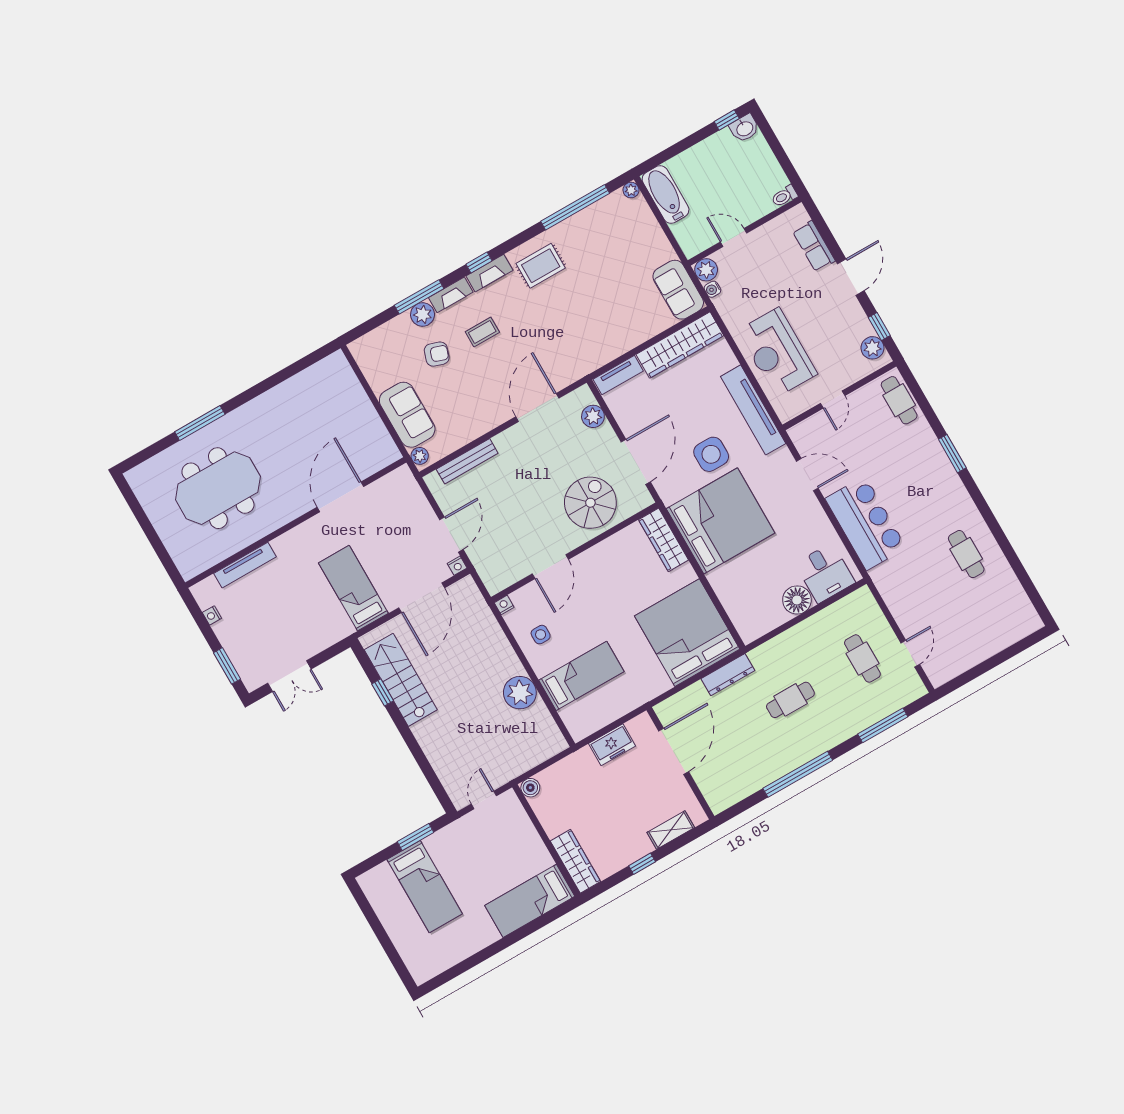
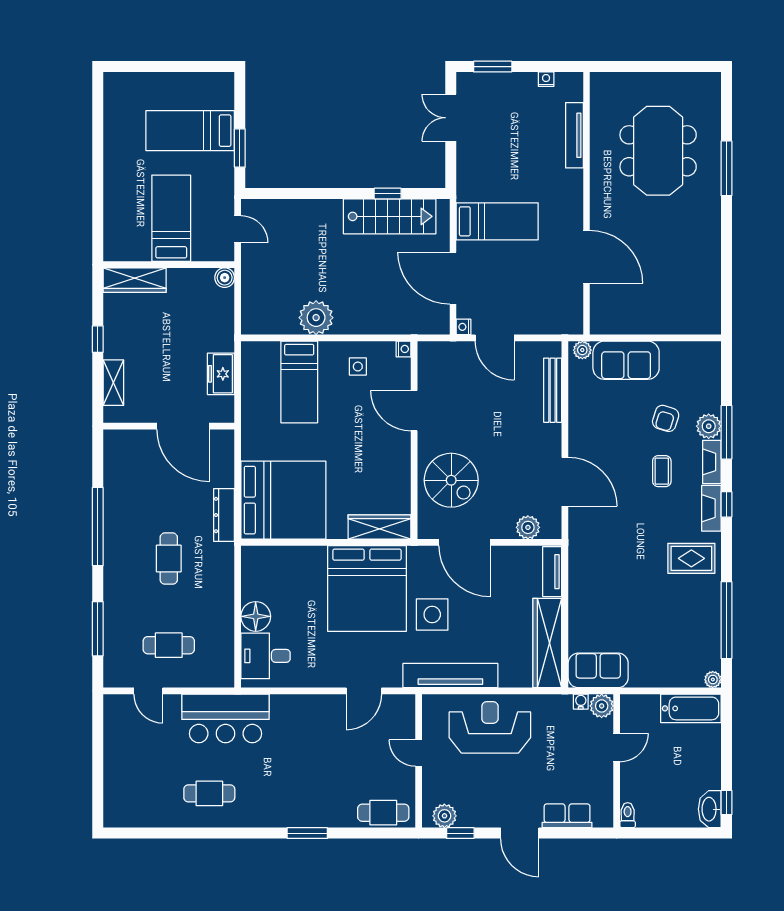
washbasin: (744, 128) -> (710, 809), width x1.38
rug: (541, 266) -> (691, 558), turned 90
bar counter: (866, 523) -> (226, 718), moved
bed: (530, 901) -> (171, 218), moved

